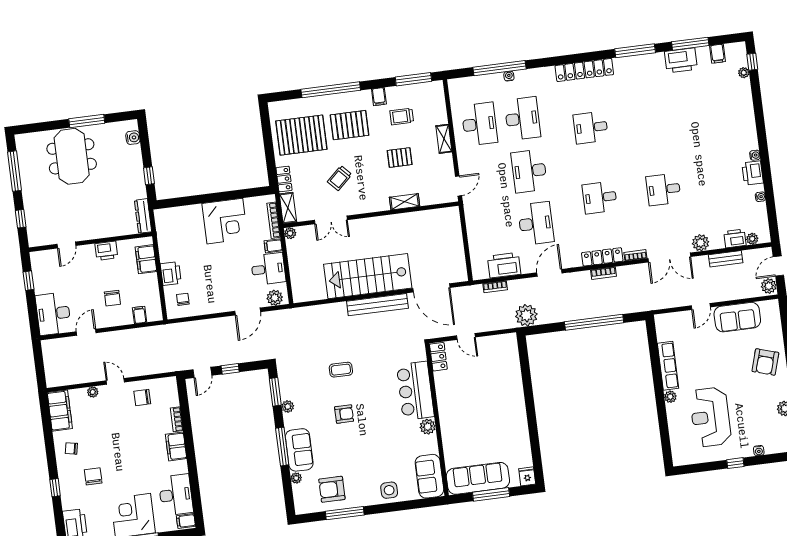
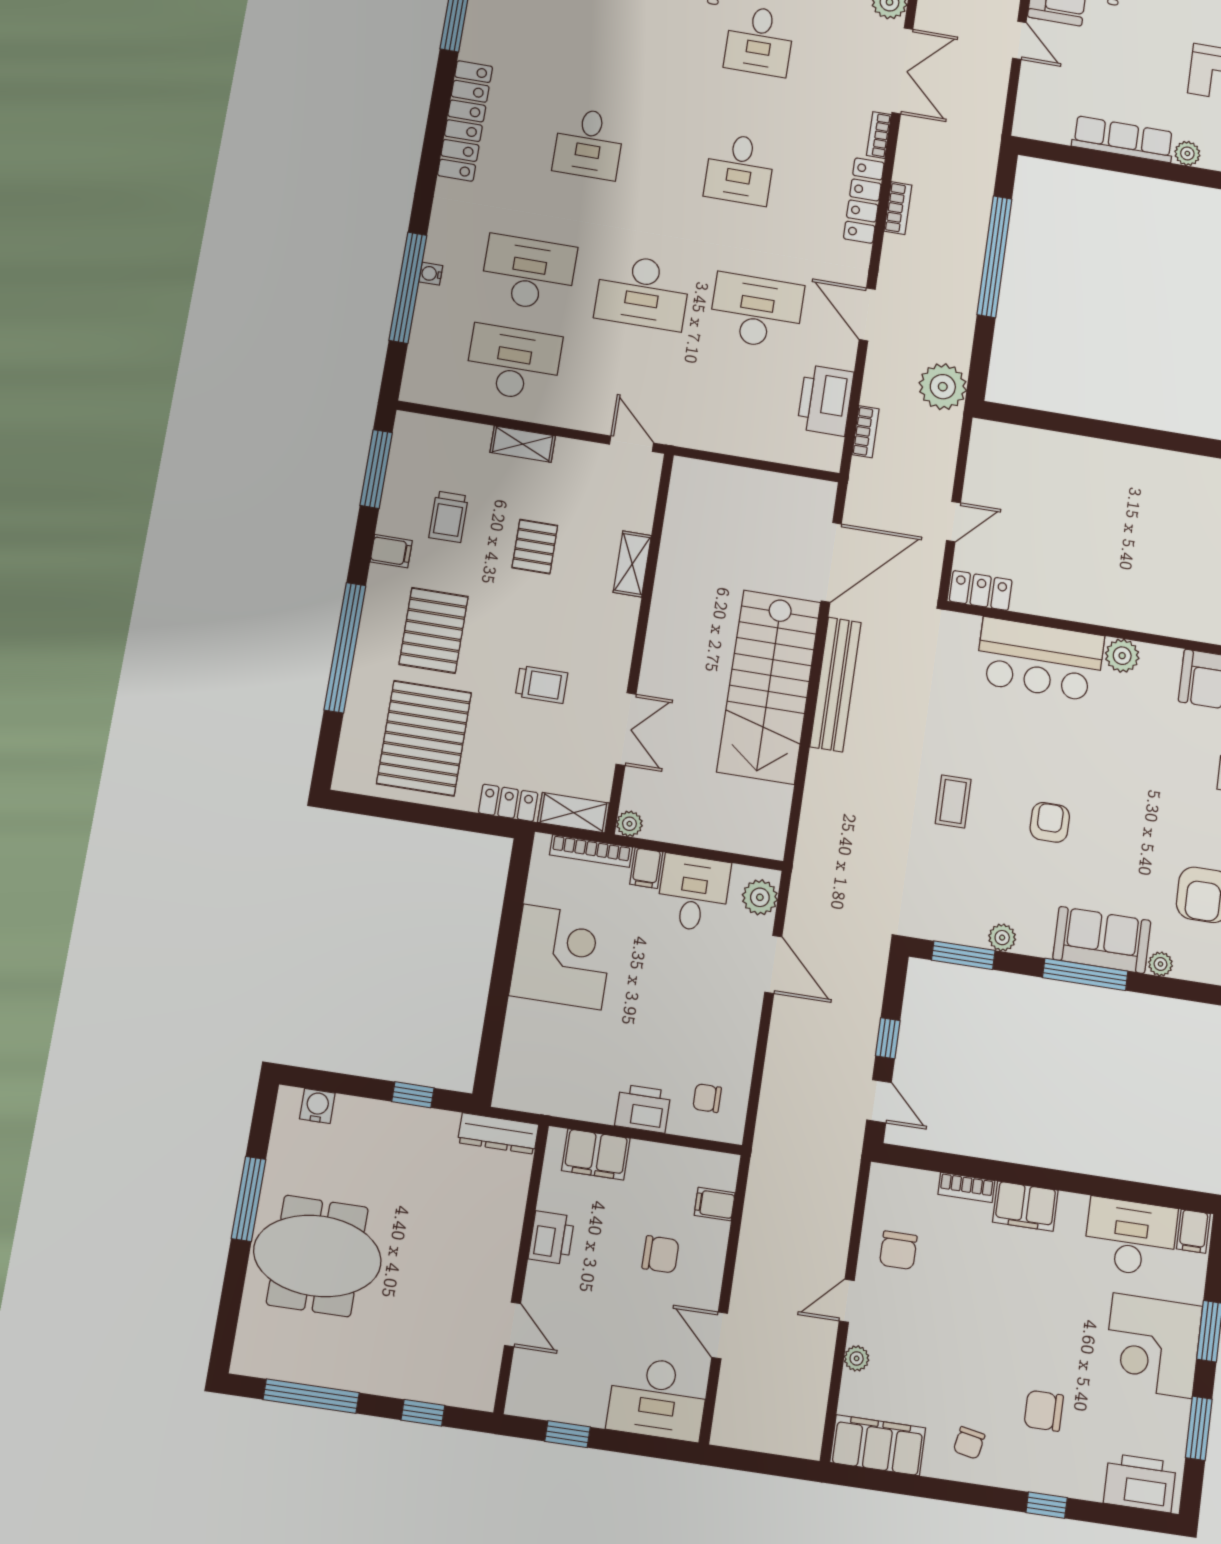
trolley: (340, 178) -> (541, 684), turned -47

